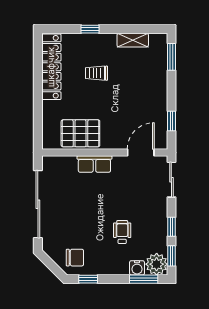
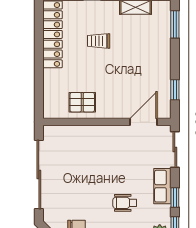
pallet: (80, 133) -> (82, 102), width x0.67, depth x0.71
row of seats: (94, 164) -> (162, 186), moved, turned 90
wheelchair: (122, 232) -> (125, 203), turned -90

